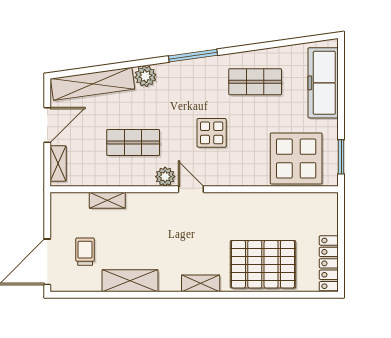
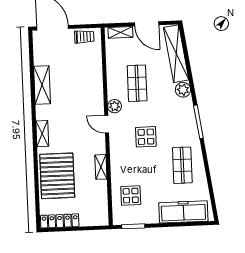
display table: (296, 159) -> (131, 196), width x0.54, depth x0.54
door: (191, 189) -> (107, 124), swing flipped
shelving: (107, 200) -> (101, 167), moved
trolley: (85, 252) -> (84, 37), moved

